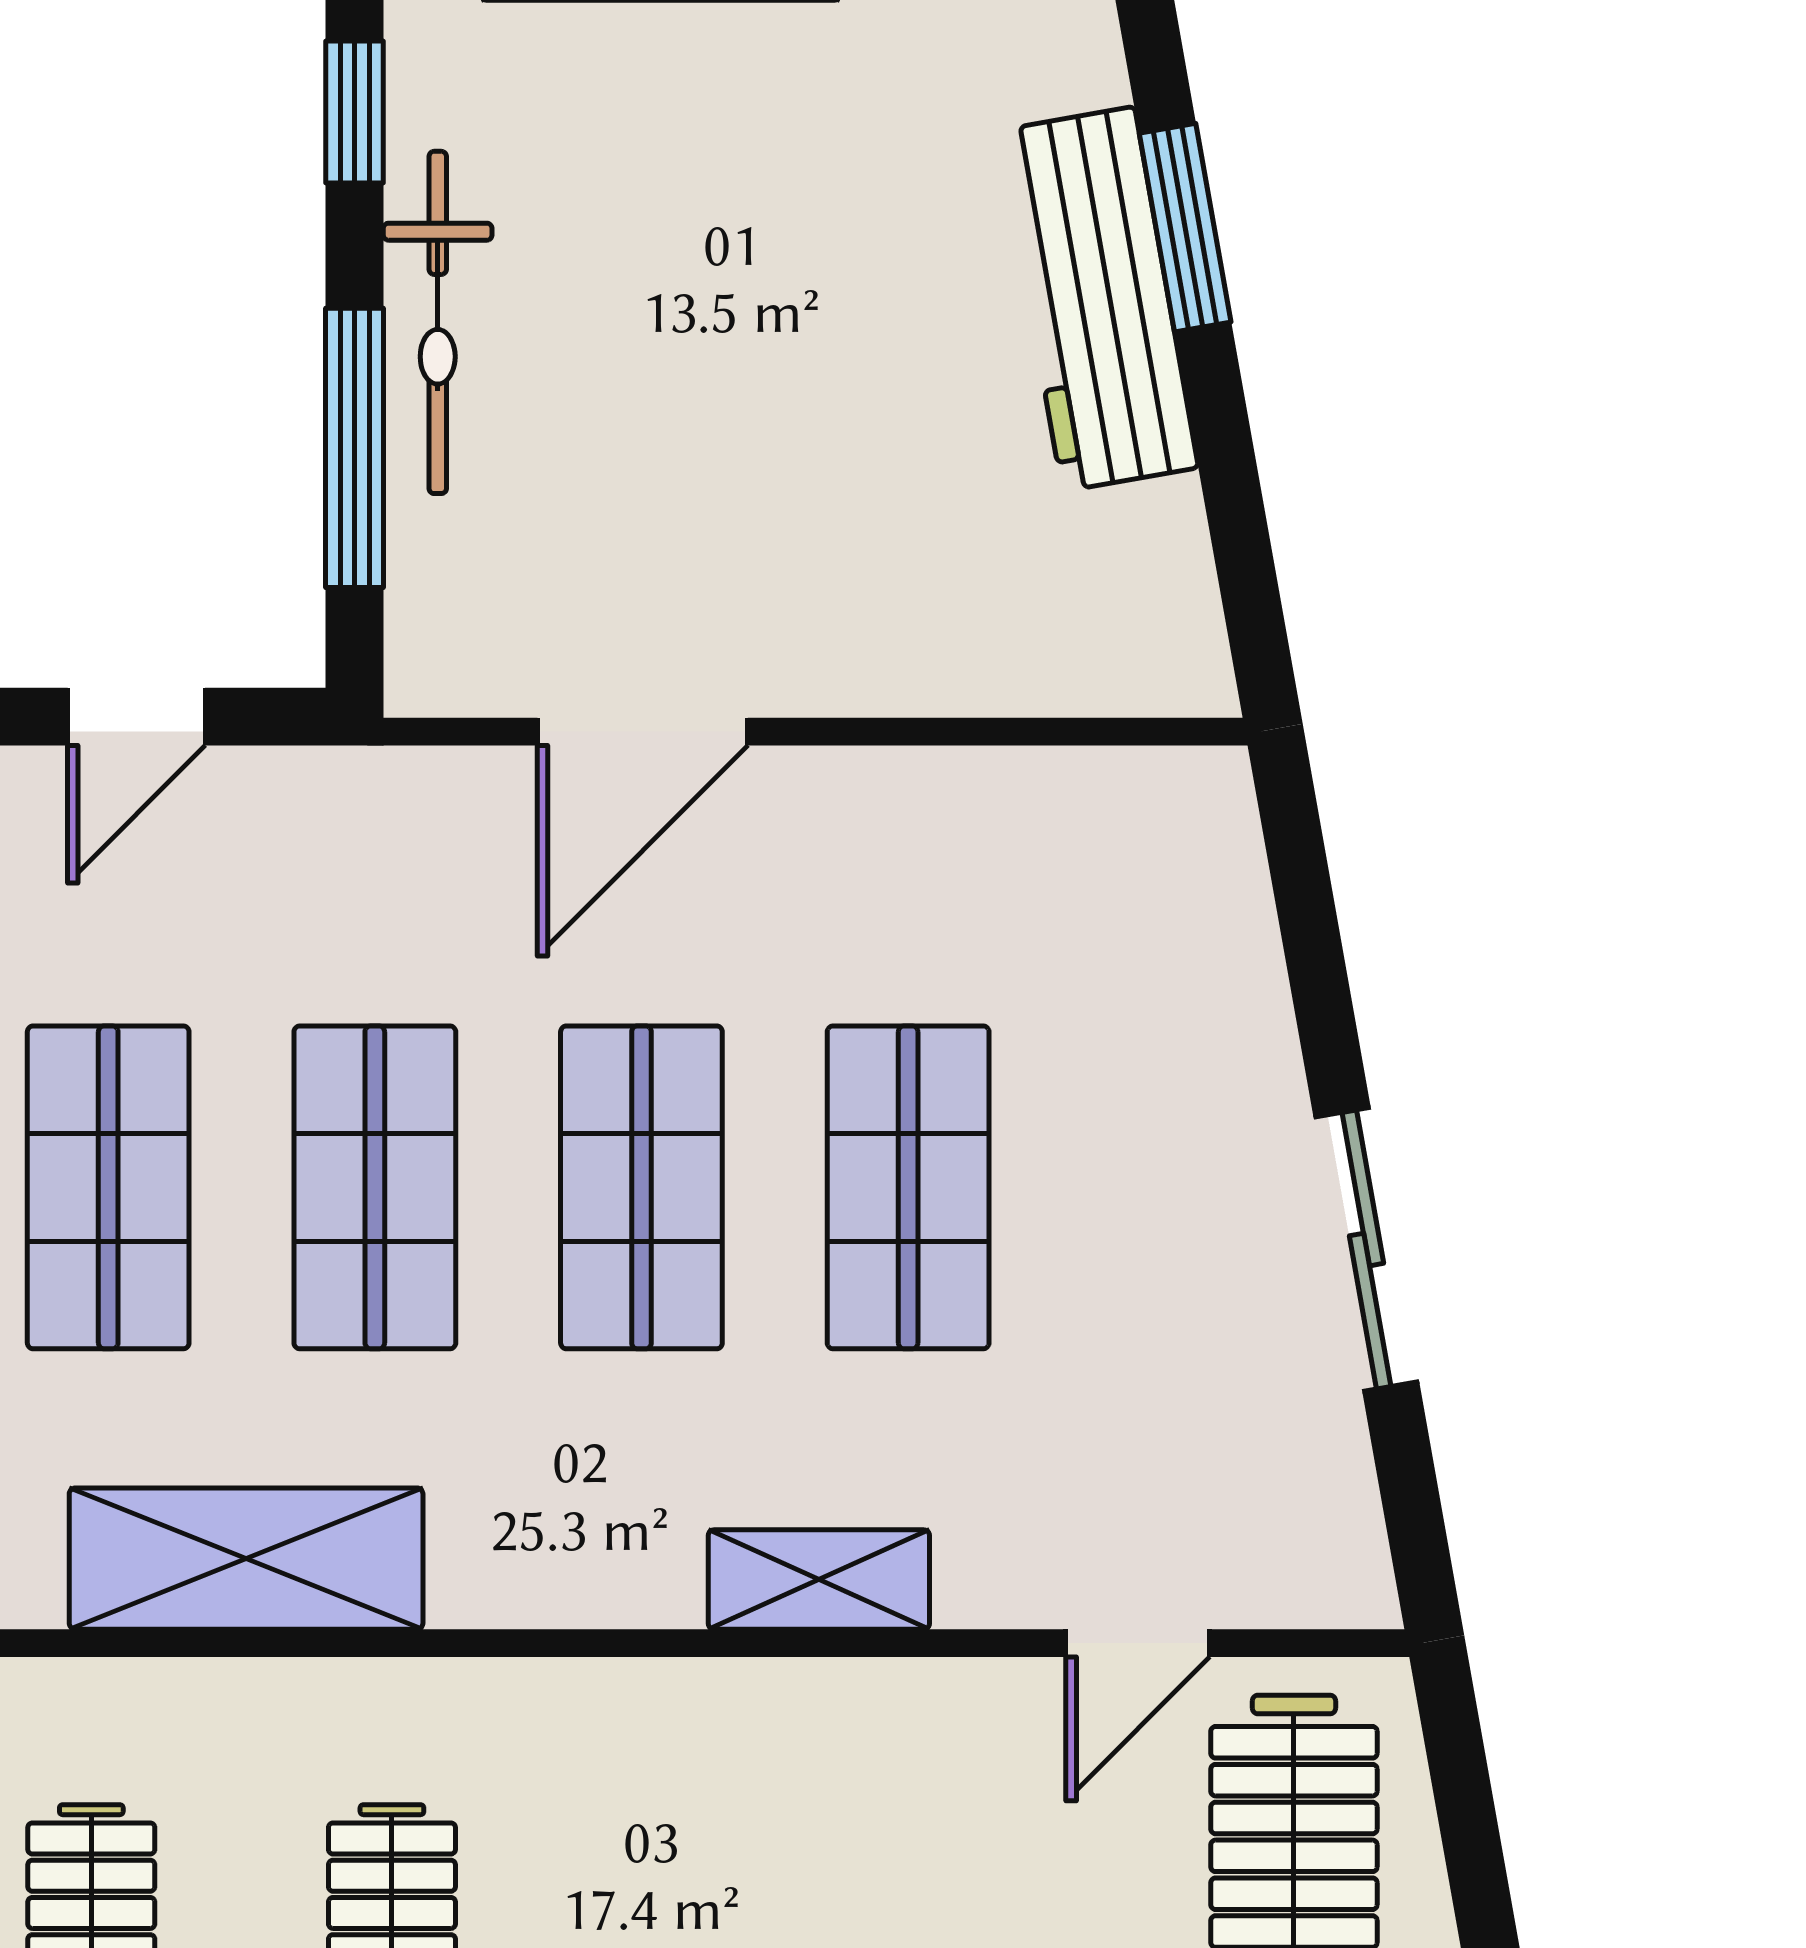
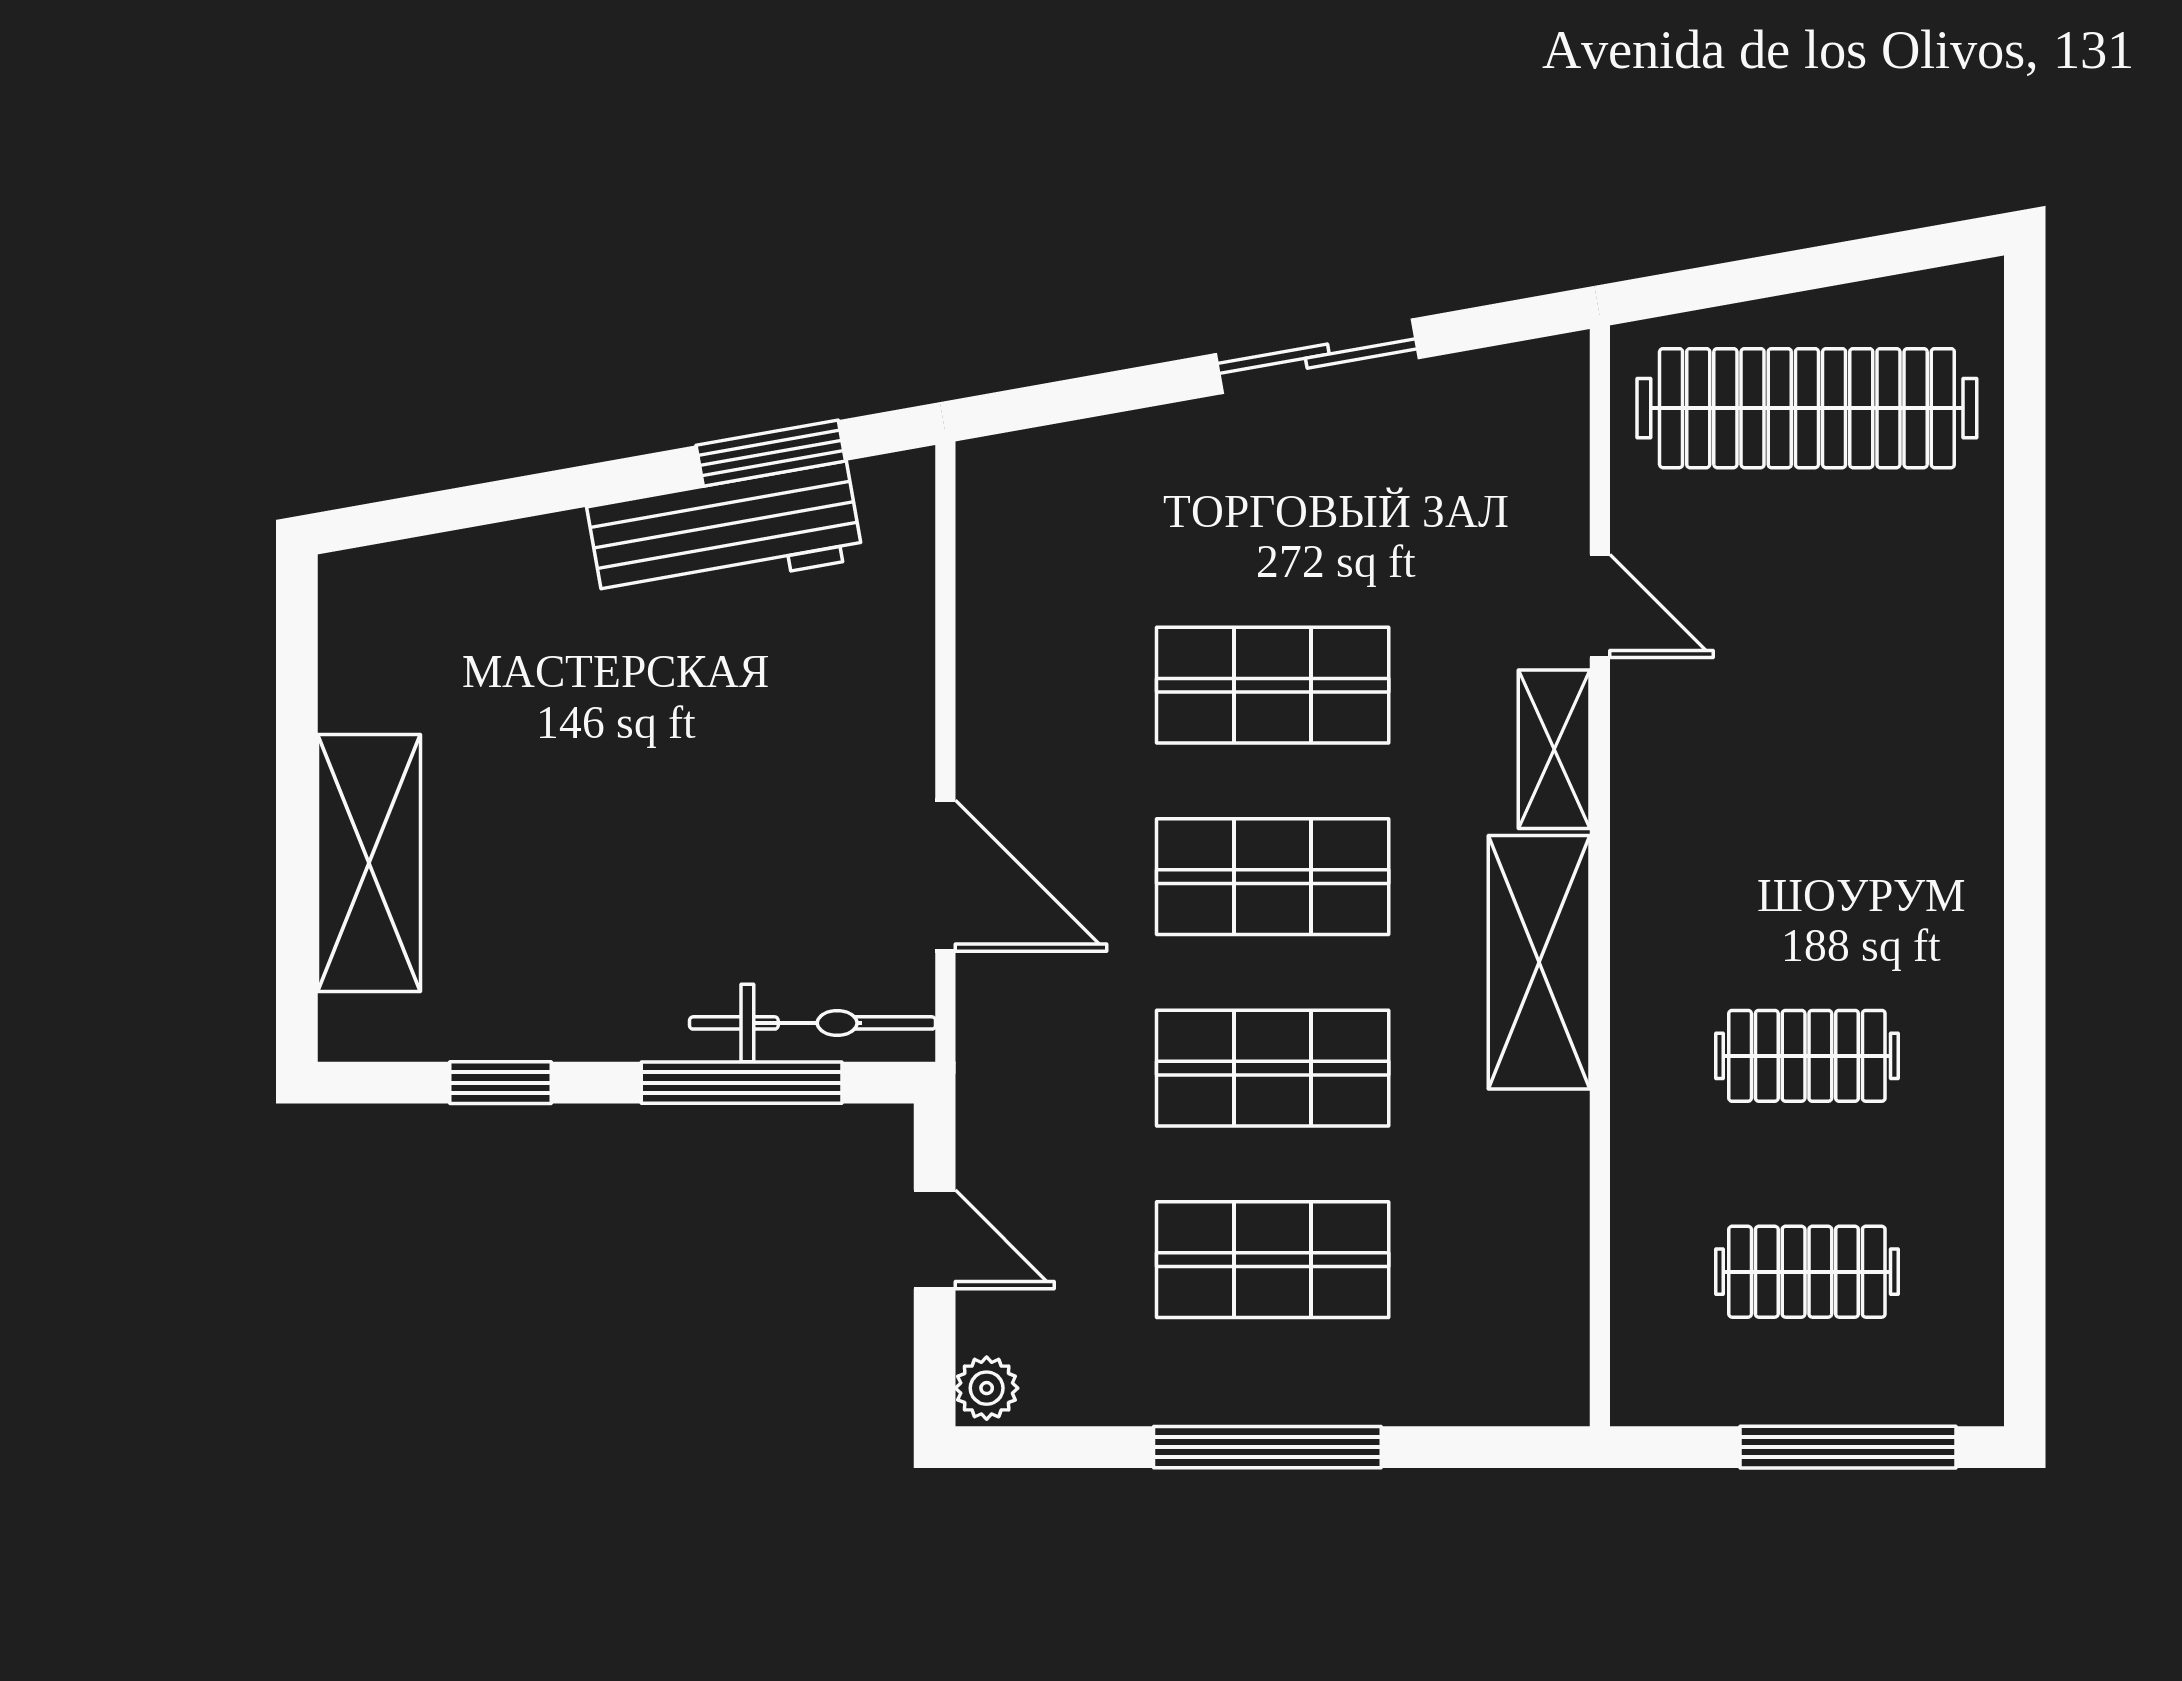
window: (1185, 228) -> (771, 453), moved
workbench: (1098, 299) -> (725, 533), moved
bicycle: (438, 322) -> (813, 1023), moved
shelving: (246, 1559) -> (1539, 962), moved
door: (1138, 1643) -> (1600, 606), moved

